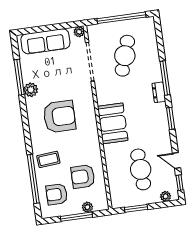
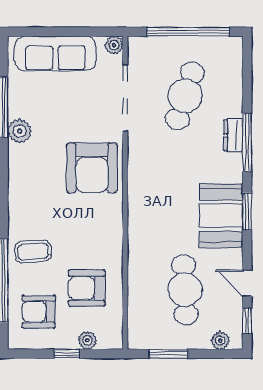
dresser: (159, 92) -> (233, 136), moved
armchair: (59, 117) -> (92, 168), moved, turned 90
booth: (113, 123) -> (221, 216), moved
window: (76, 217) -> (67, 354), width x0.46

